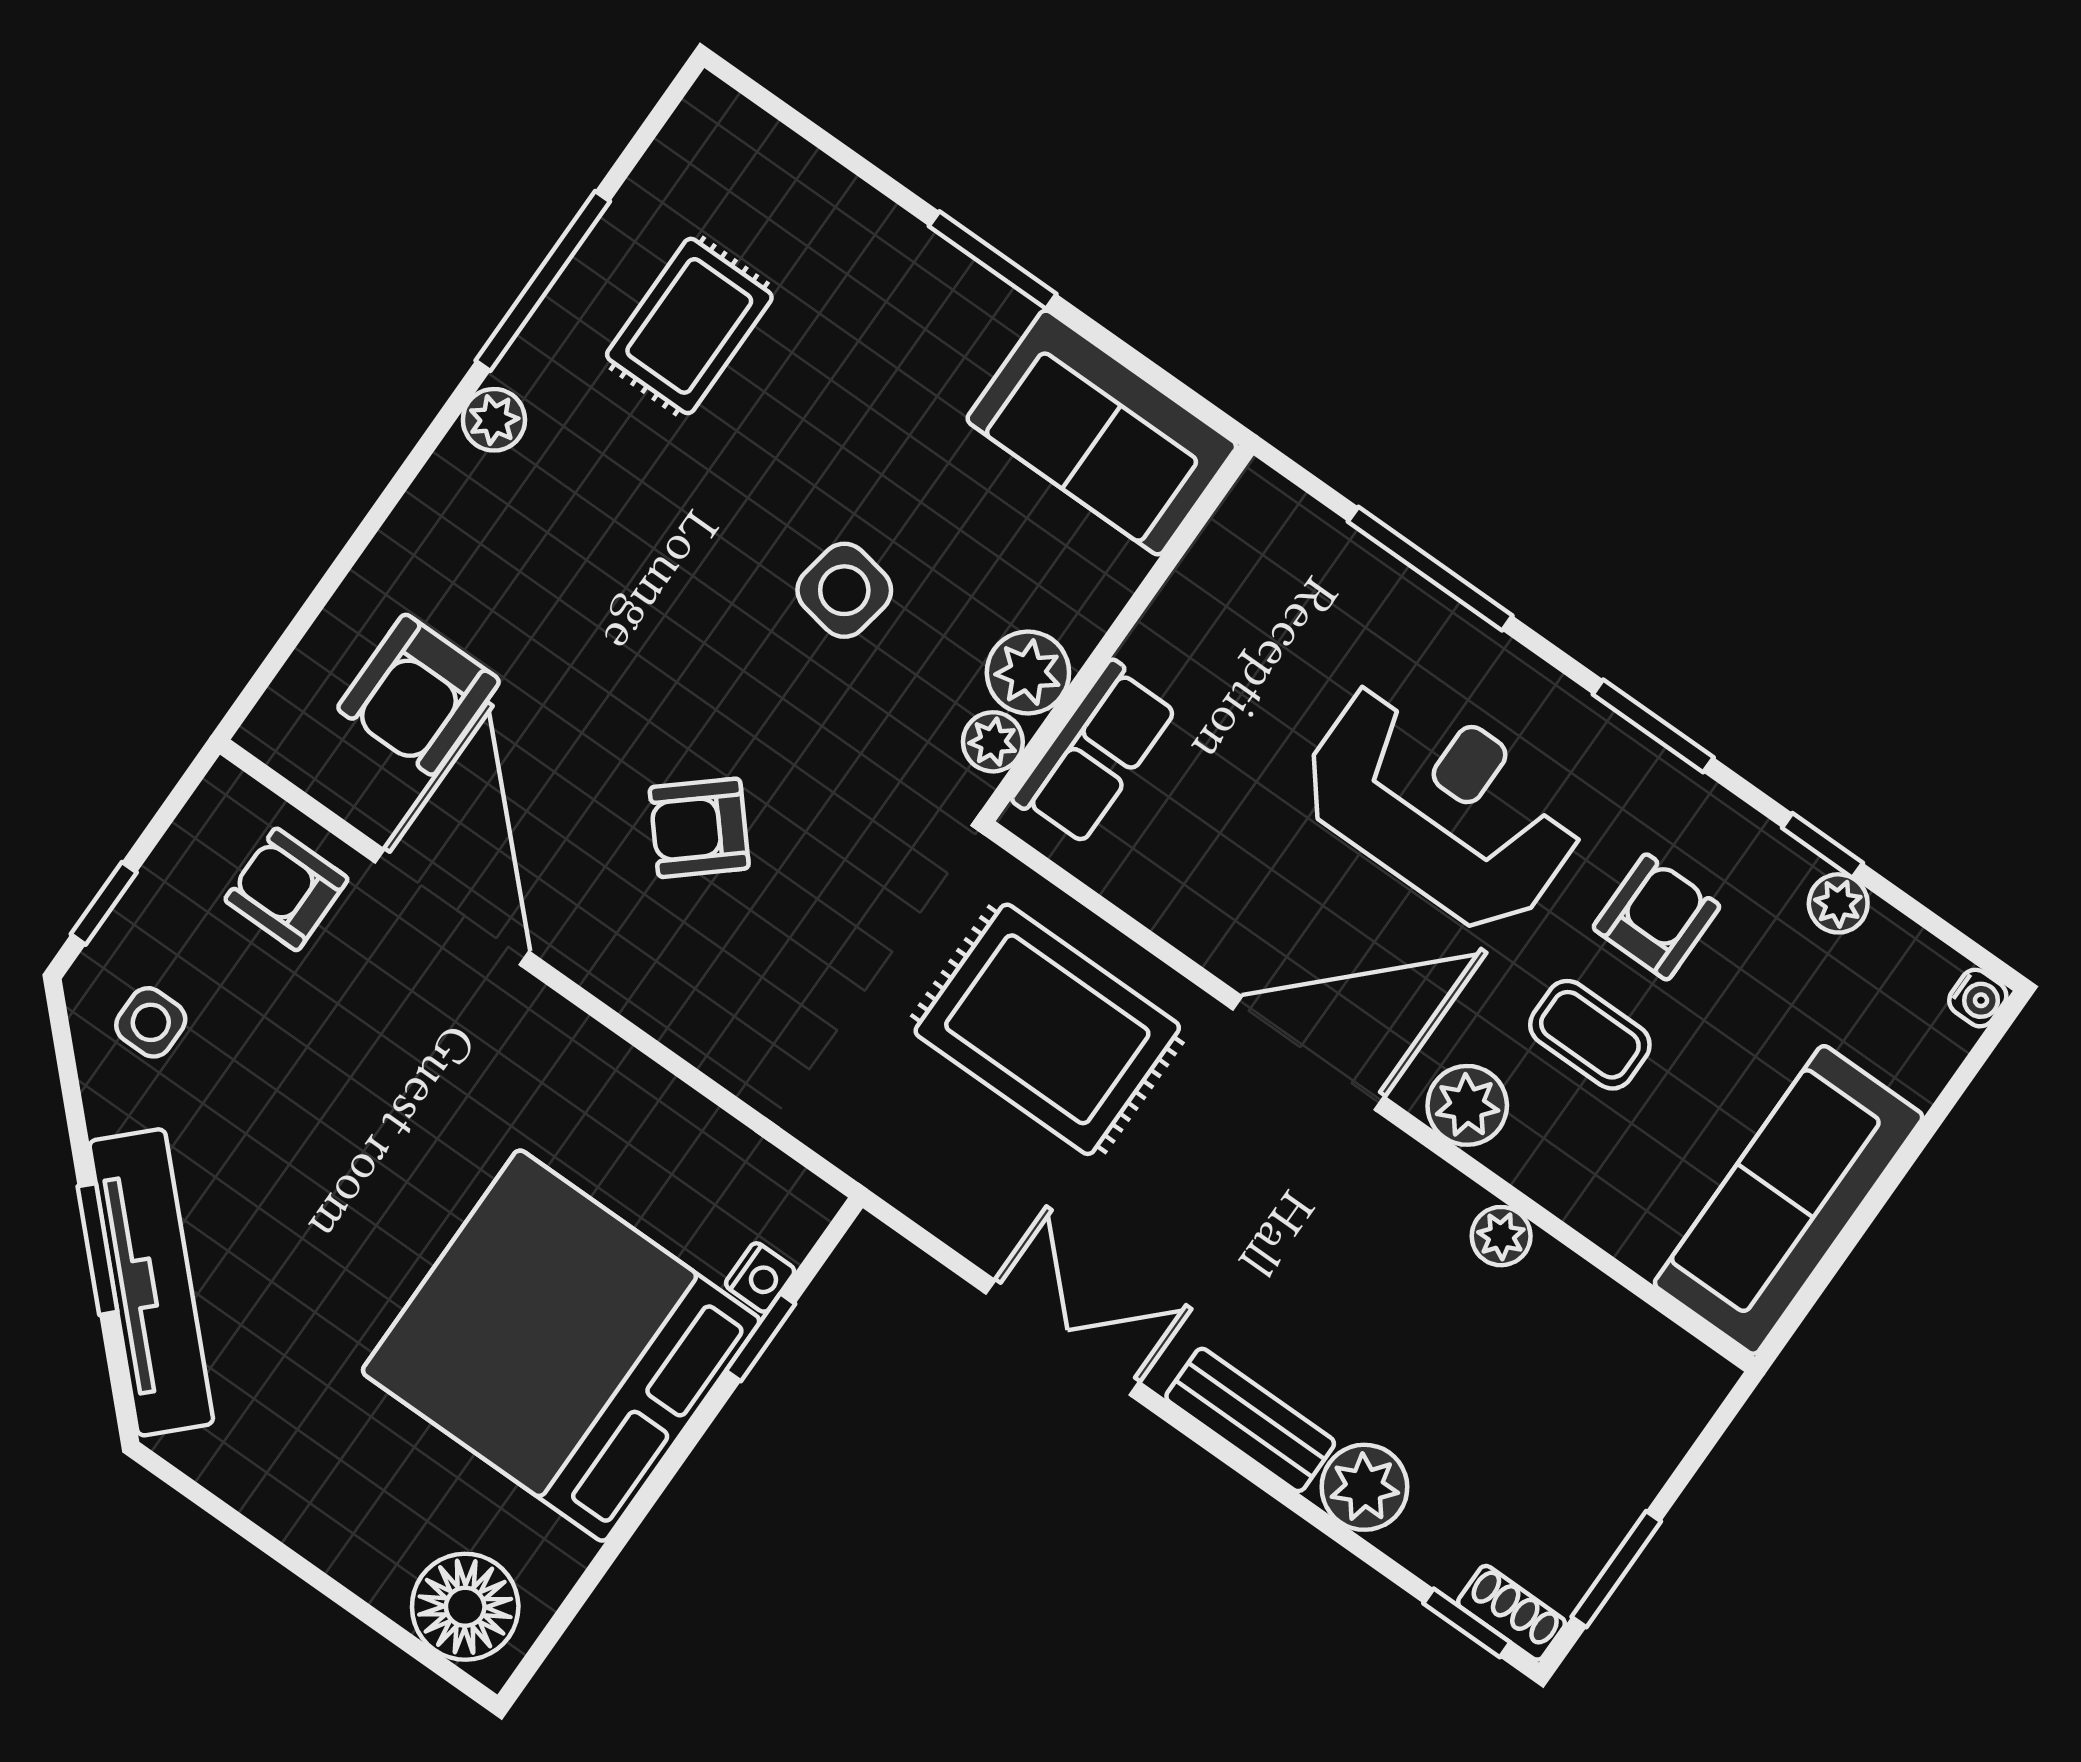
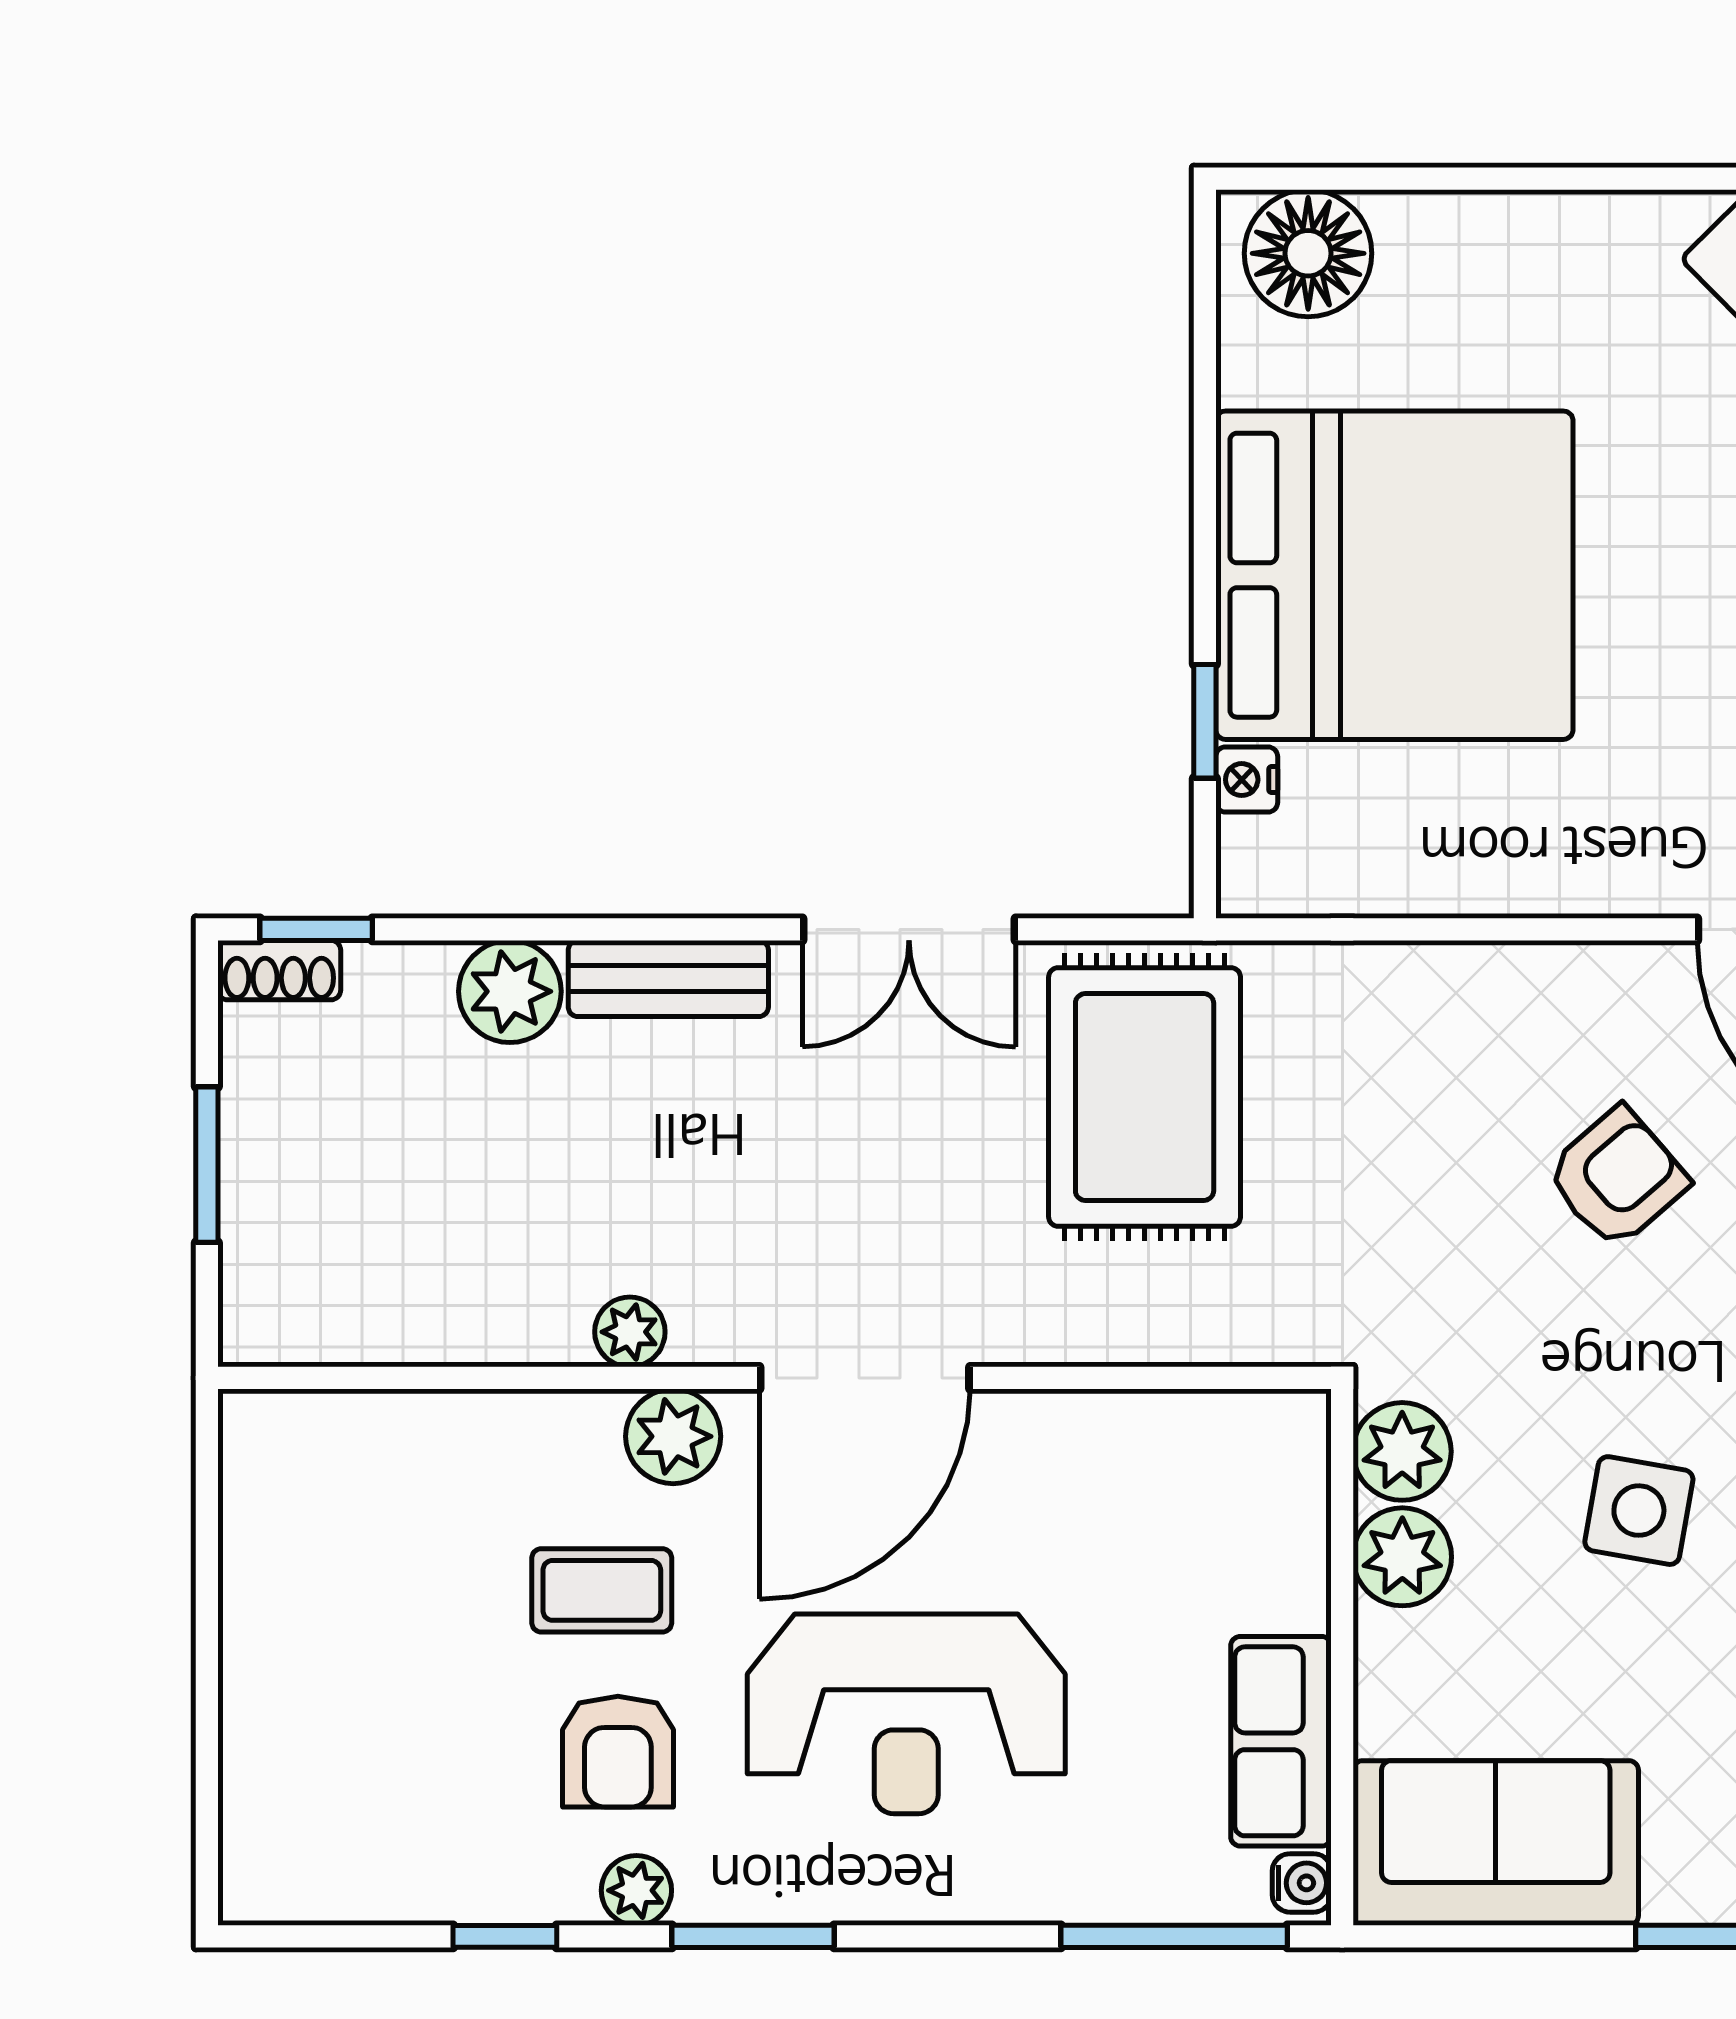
window: (1430, 569) -> (1174, 1936), moved
plant: (993, 742) -> (1402, 1451), width x1.38, depth x1.38
row of seats: (1095, 753) -> (1281, 1741), moved
plant: (1838, 903) -> (636, 1890), moved
water cooler: (1978, 998) -> (1302, 1883), moved, turned 180
rug: (1047, 1029) -> (1145, 1097), moved, turned 90
sofa: (1789, 1200) -> (293, 1566), removed
plant: (1501, 1236) -> (630, 1332), moved
window: (1616, 1569) -> (207, 1165), moved

